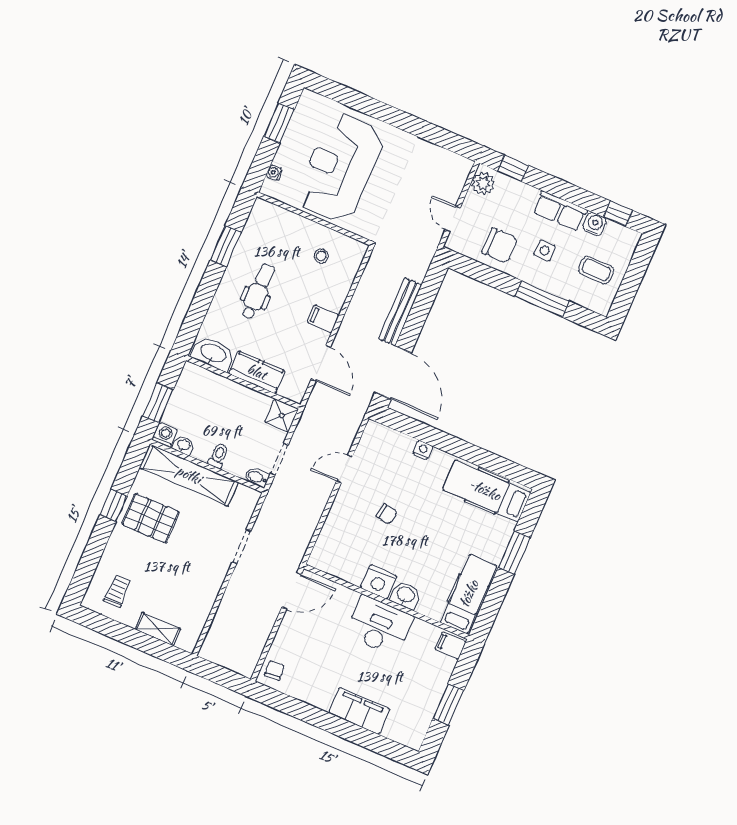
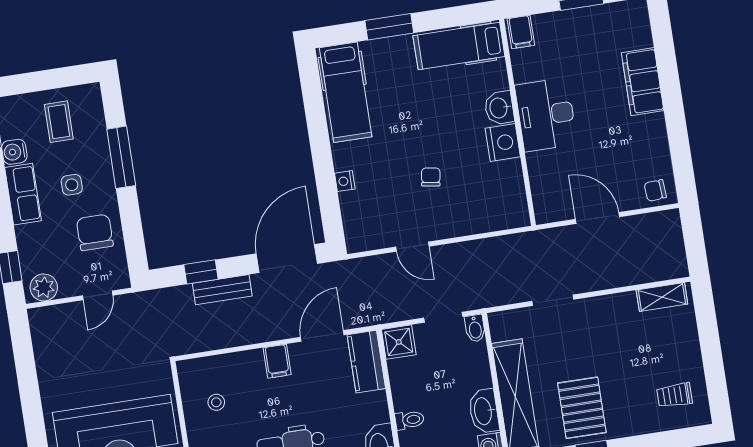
window: (423, 304) -> (201, 272), added
bench: (400, 312) -> (222, 290), width x0.73
kitchen counter: (257, 372) -> (366, 362), moved
washbasin: (183, 445) -> (484, 411), width x1.91, depth x1.45
toilet: (218, 456) -> (410, 420), moved, turned 180
door: (292, 591) -> (597, 218), moved
shelving: (158, 629) -> (662, 297), moved, turned 90

